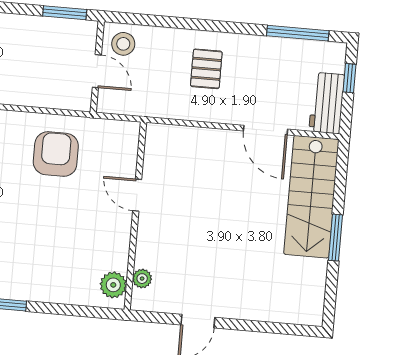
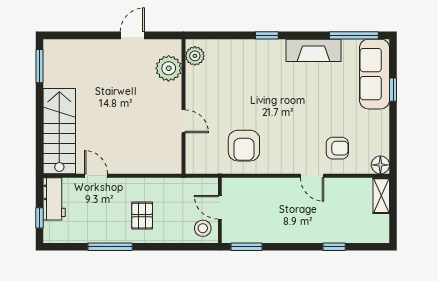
window: (298, 33) -> (110, 247), moved
door: (266, 130) -> (96, 176), width x0.73
window: (335, 238) -> (40, 66), moved
plant: (142, 279) -> (169, 68), width x1.88, depth x1.88

